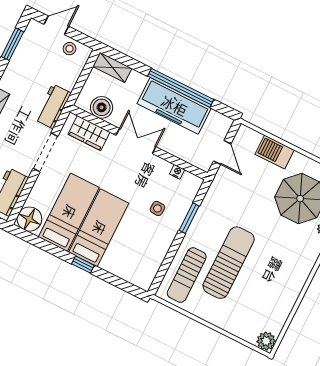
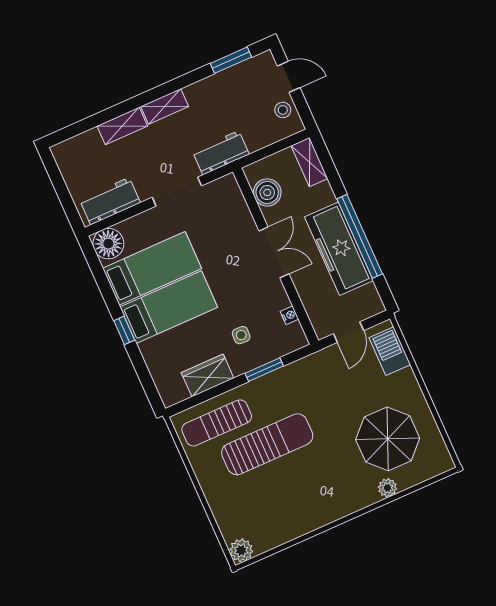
wardrobe: (89, 133) -> (208, 375), moved, turned 90
barbecue: (275, 152) -> (390, 351), moved

